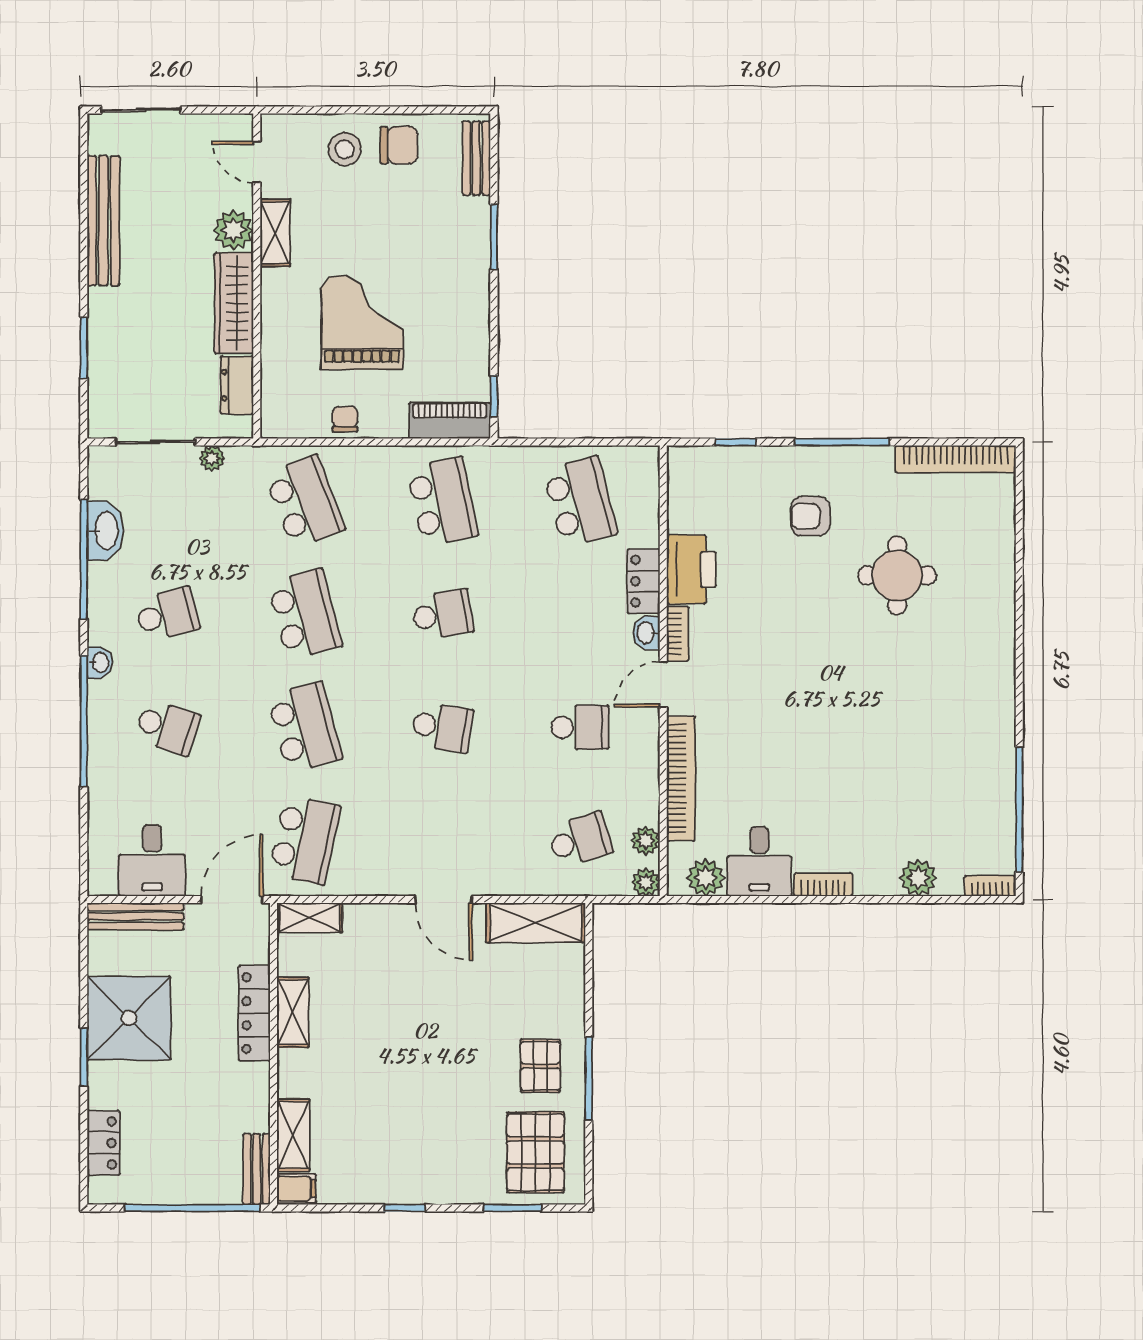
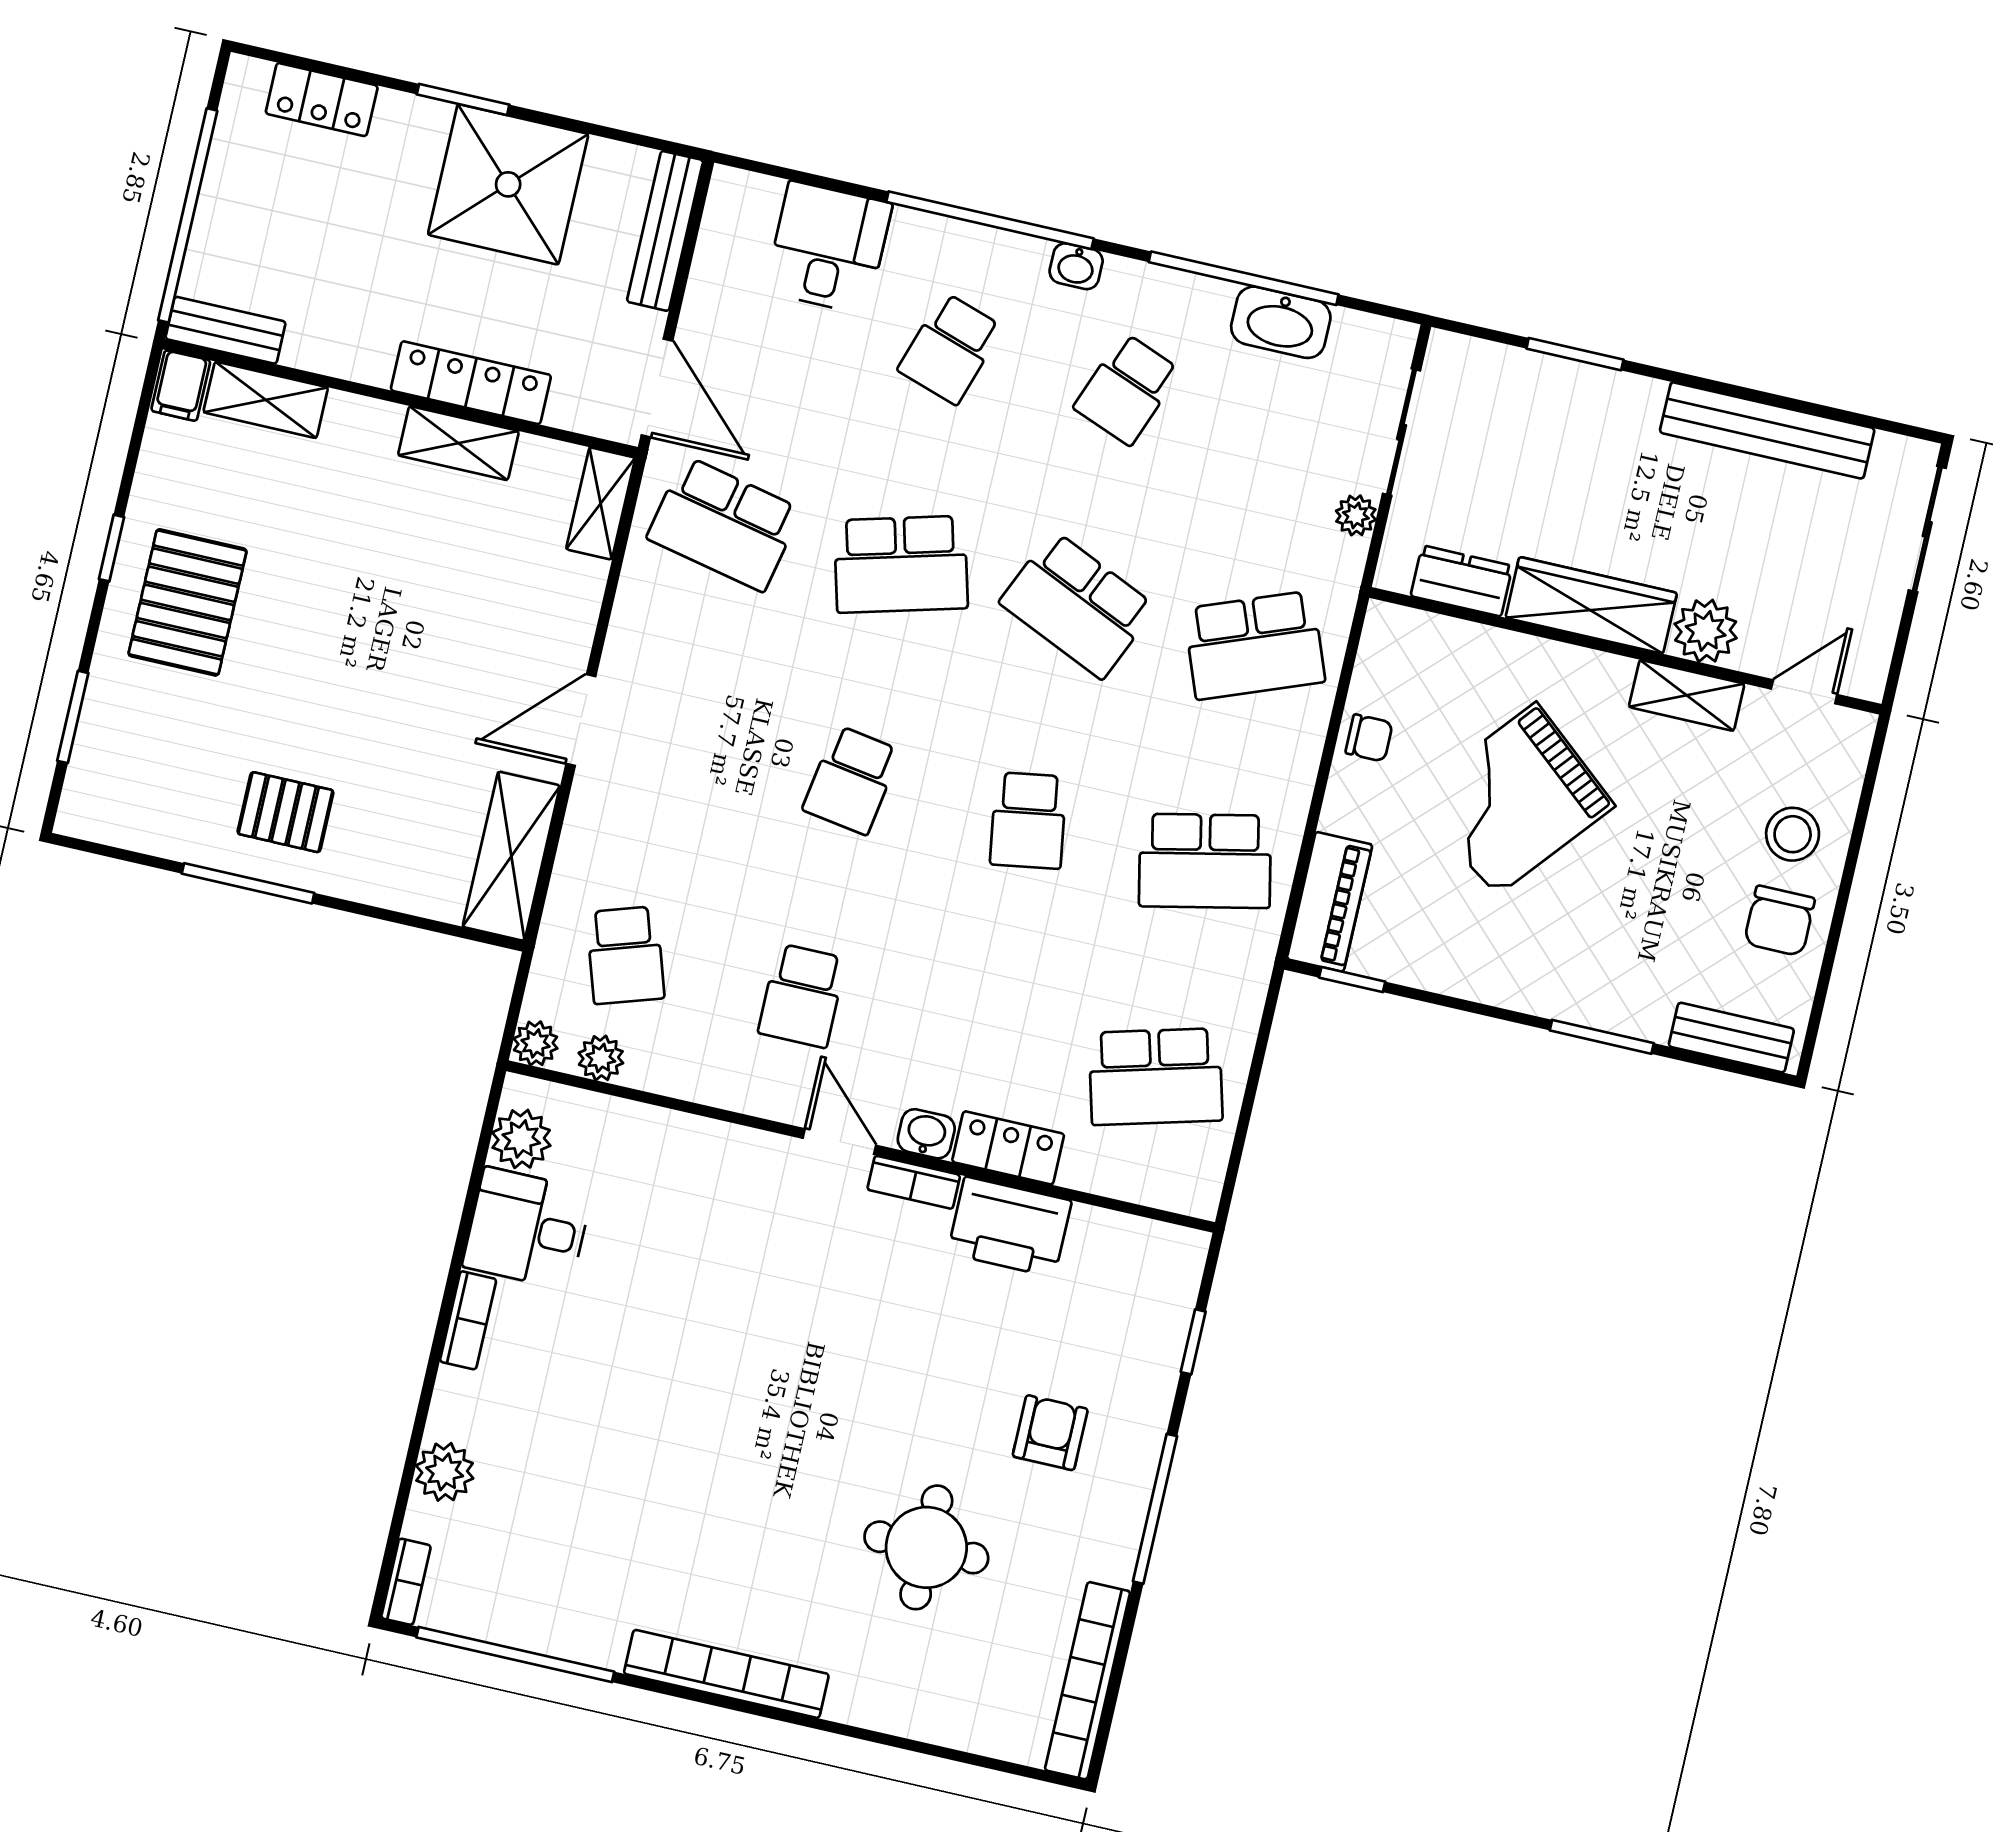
grand piano: (362, 322) -> (1515, 800), turned 130
school desk: (167, 614) -> (1127, 389), turned 36
school desk: (305, 614) -> (1078, 605), turned 39
bookcase: (681, 779) -> (726, 1674), moved, turned 180
desk: (152, 860) -> (828, 248), moved, turned 90
pallet: (535, 1152) -> (188, 602), moved, turned 90

